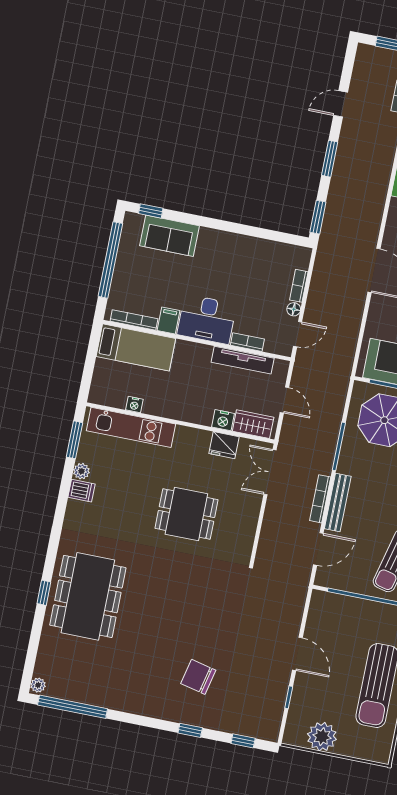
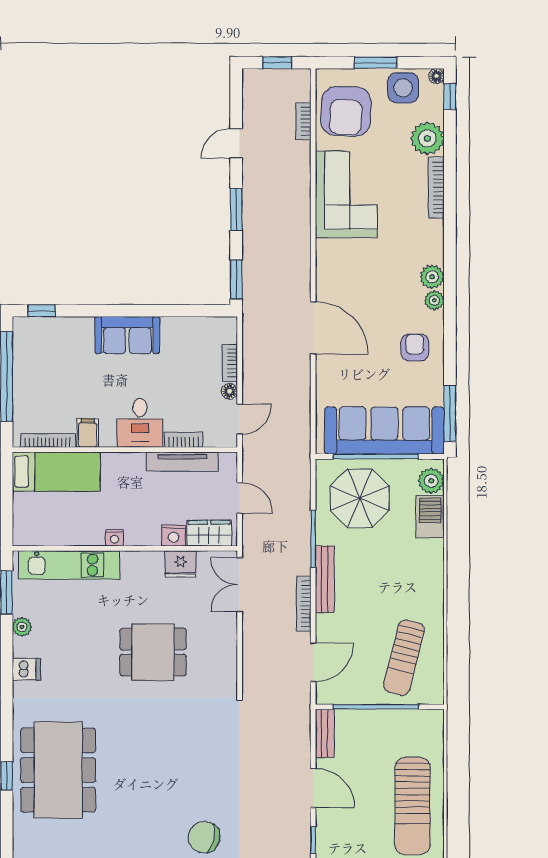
sofa: (170, 236) -> (127, 335), moved
desk: (207, 319) -> (140, 423), width x0.73
nightstand: (134, 405) -> (115, 538), moved
dishwasher: (82, 491) -> (26, 669), moved
bench: (338, 503) -> (325, 579), moved
bench: (316, 610) -> (325, 733), added

